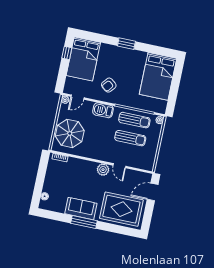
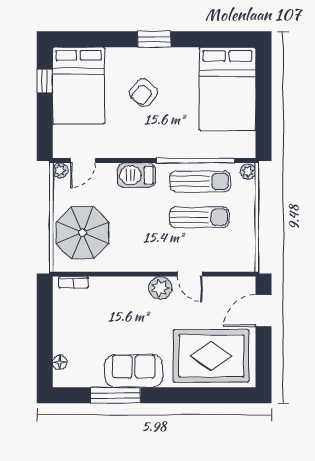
armchair: (109, 85) -> (144, 93), moved
window: (84, 222) -> (116, 395), moved

